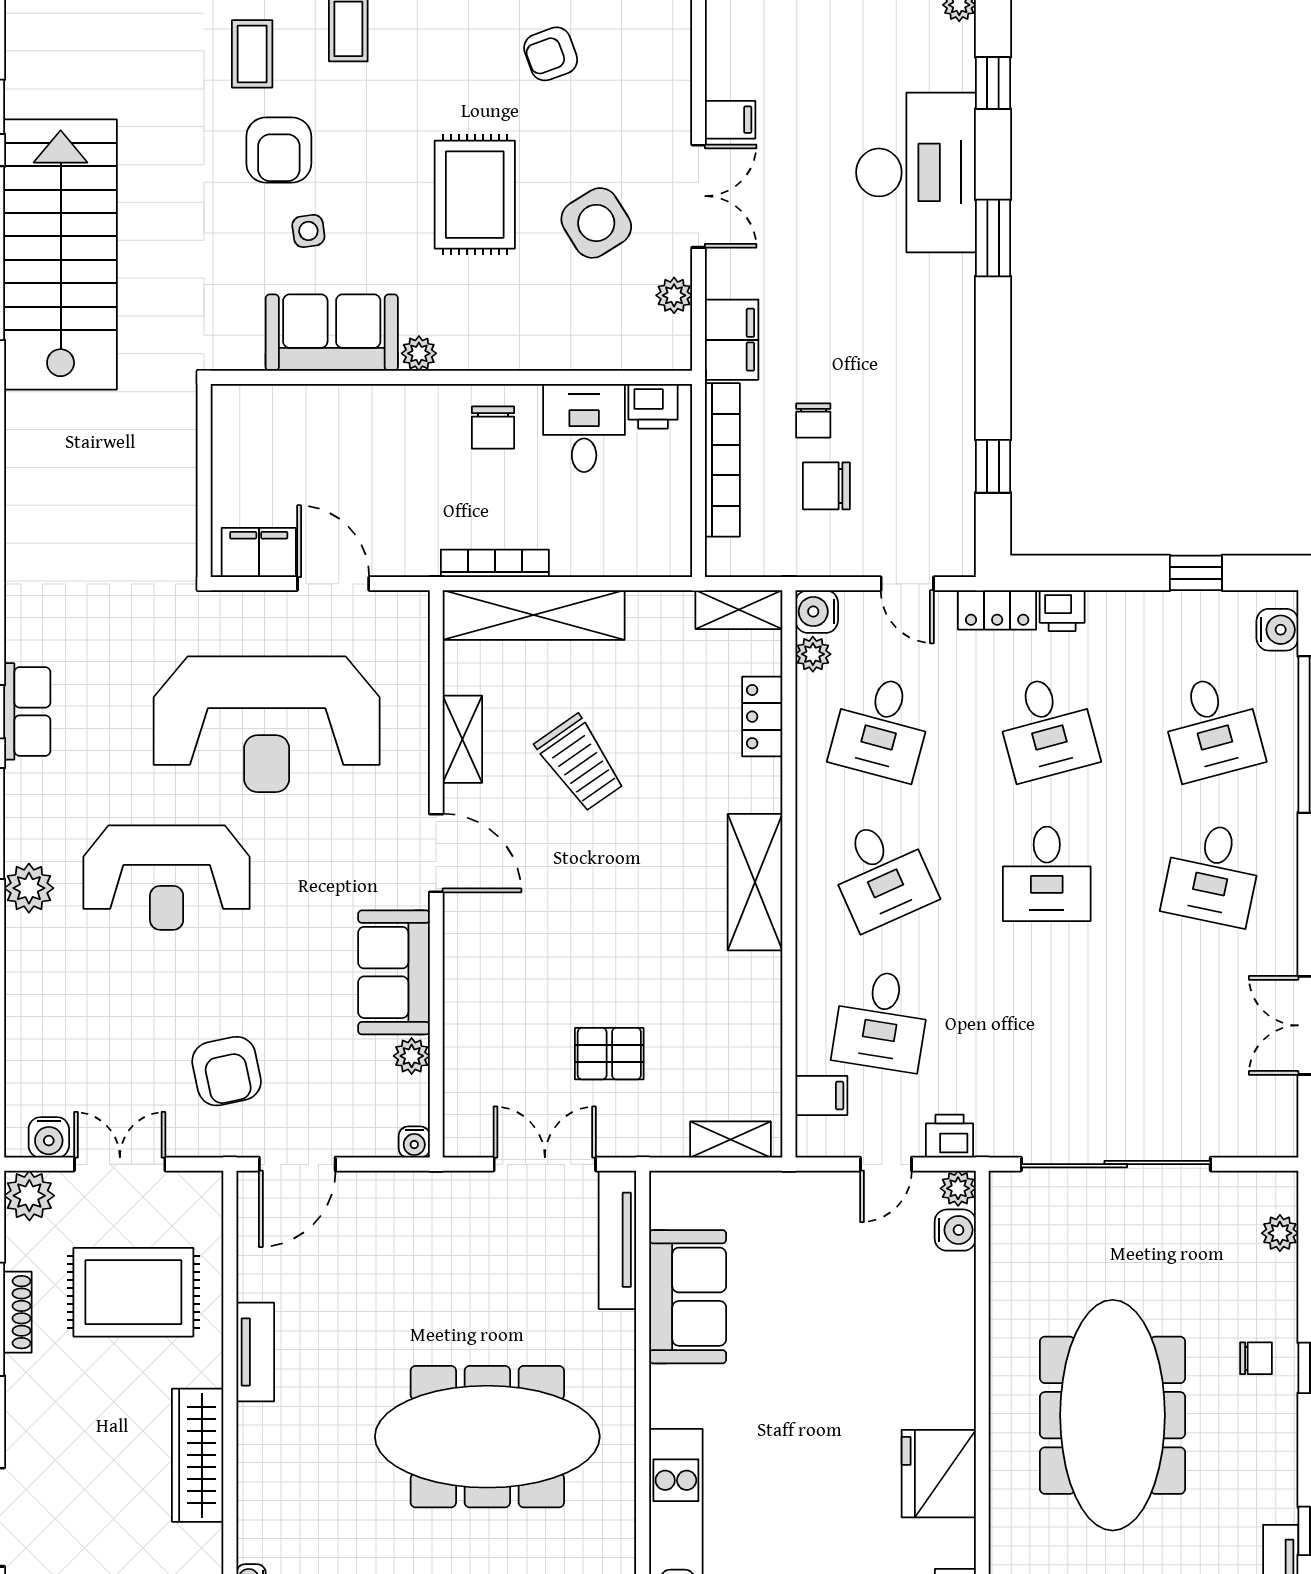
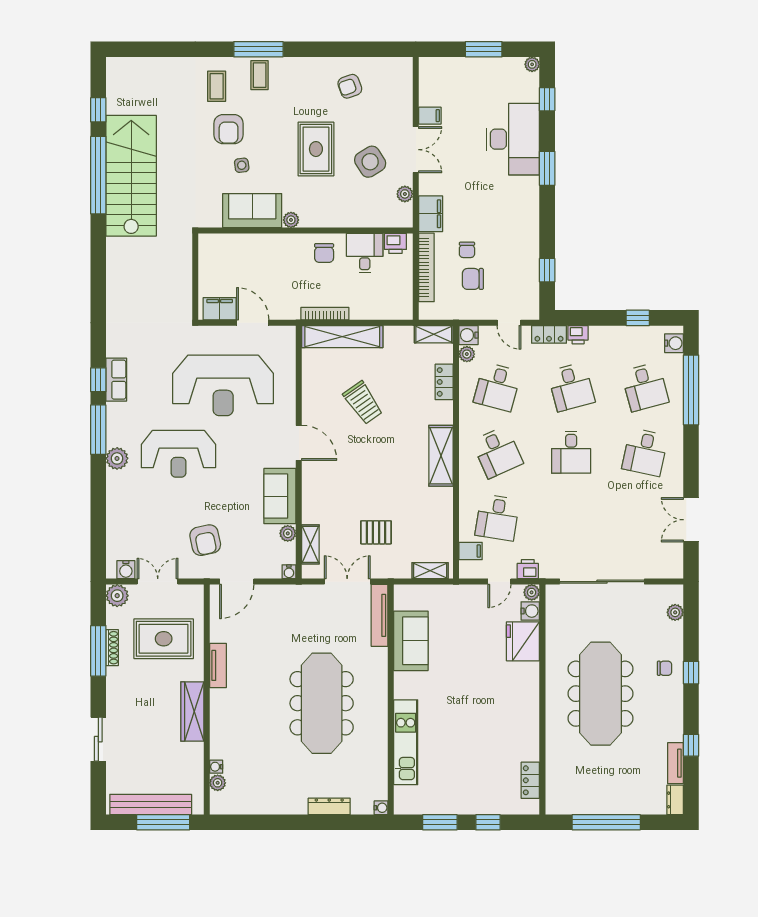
shelving: (462, 739) -> (310, 544), moved
meeting table: (487, 1437) -> (322, 703), turned 90
fridge: (939, 1474) -> (523, 641), moved

